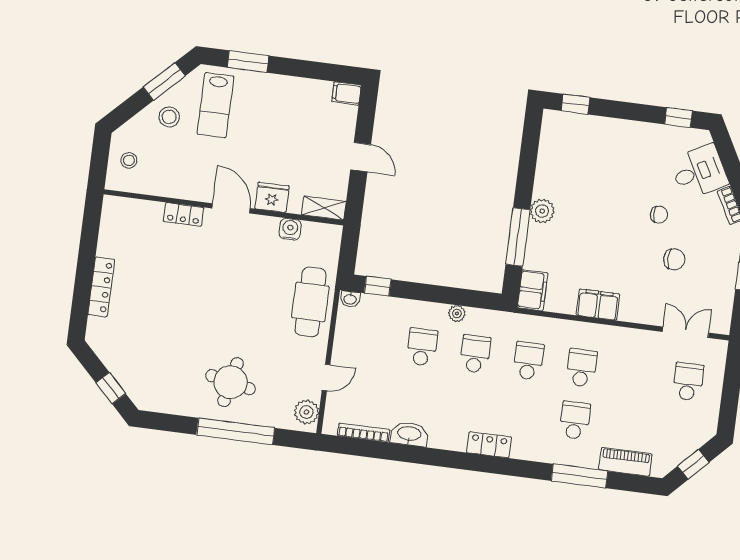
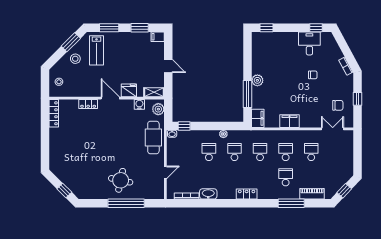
window: (311, 70) -> (140, 28), added
desk: (699, 172) -> (309, 43), moved, turned -62
chair: (674, 259) -> (338, 105), moved
locker: (101, 287) -> (54, 113), moved
school desk: (688, 382) -> (311, 152), moved
plant: (306, 412) -> (158, 109), moved

